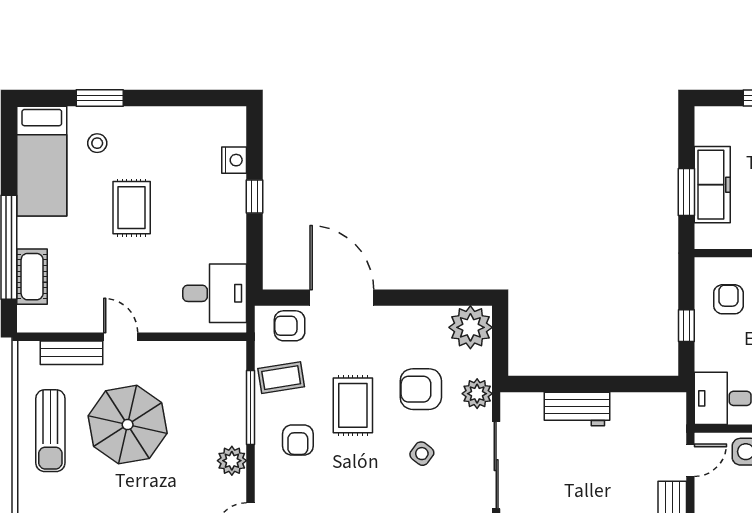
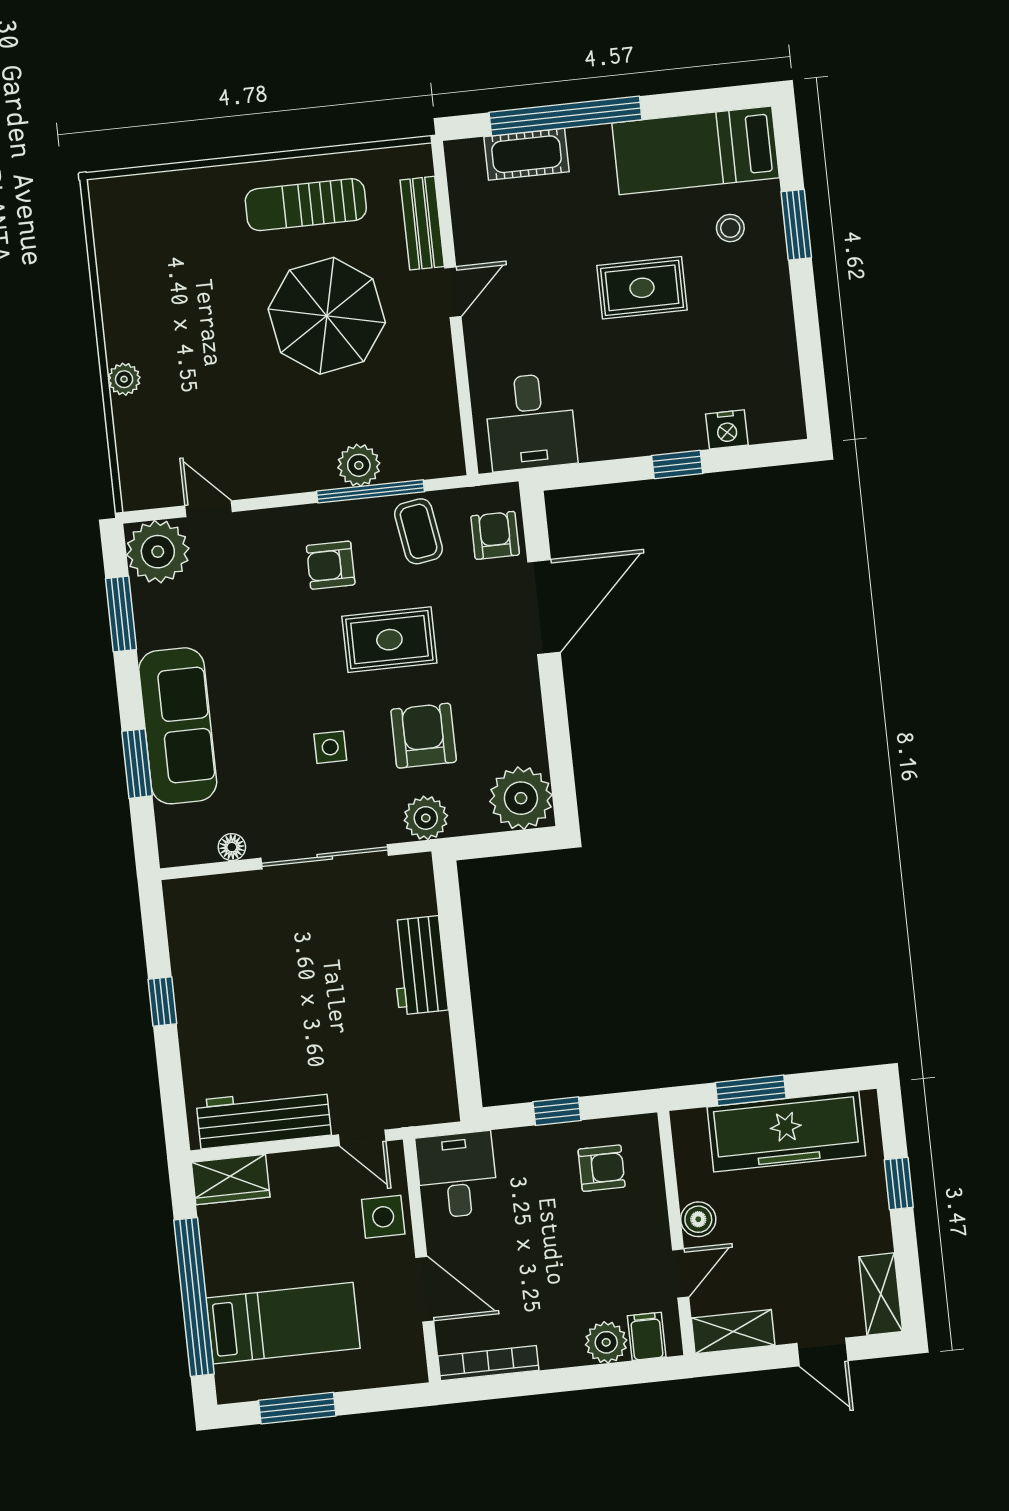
freezer: (712, 185) -> (786, 1131), width x1.36, depth x1.26
side table: (422, 454) -> (330, 747), turned -37
plant: (232, 461) -> (359, 465), moved

